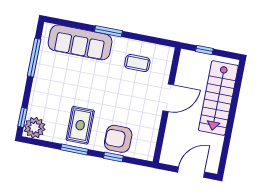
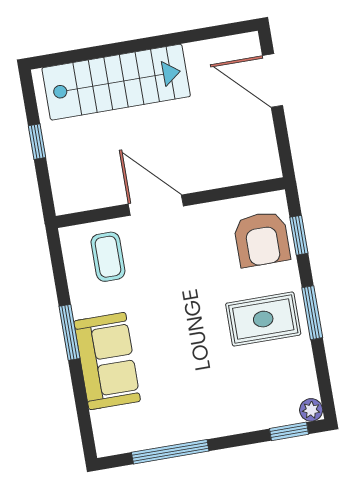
sofa: (80, 42) -> (107, 361), width x0.73
door: (168, 98) -> (156, 205), moved
wall: (167, 105) -> (170, 203), moved
plant: (35, 128) -> (311, 410), width x0.53, depth x0.53

